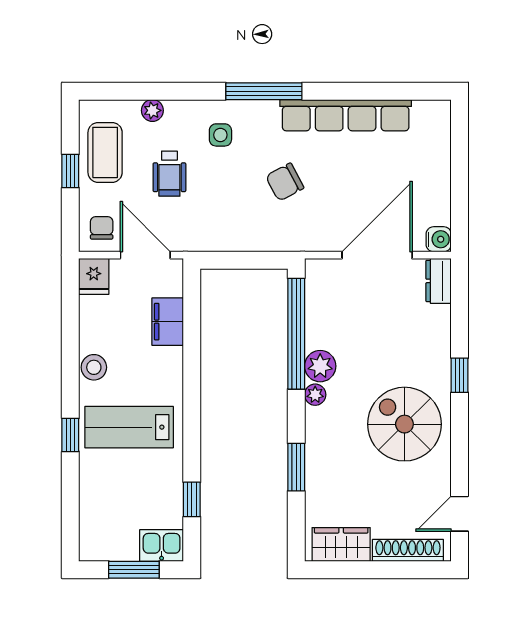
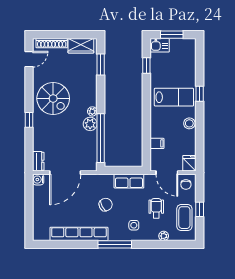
row of seats: (232, 236) -> (129, 181), added
filing cabinet: (168, 322) -> (157, 143), width x0.50
window: (296, 467) -> (101, 64), moved

